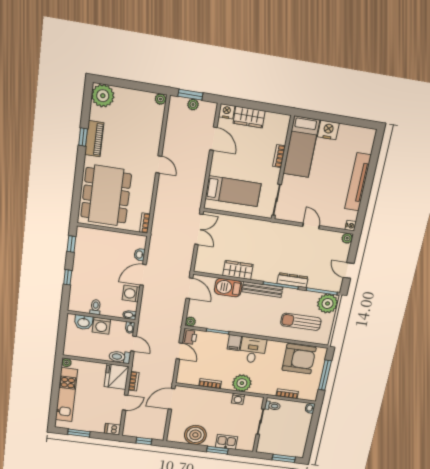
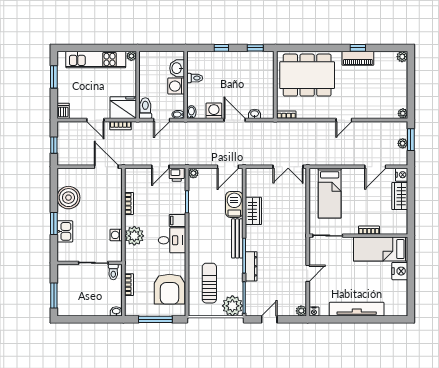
plant: (103, 96) -> (402, 57), width x0.53, depth x0.53

